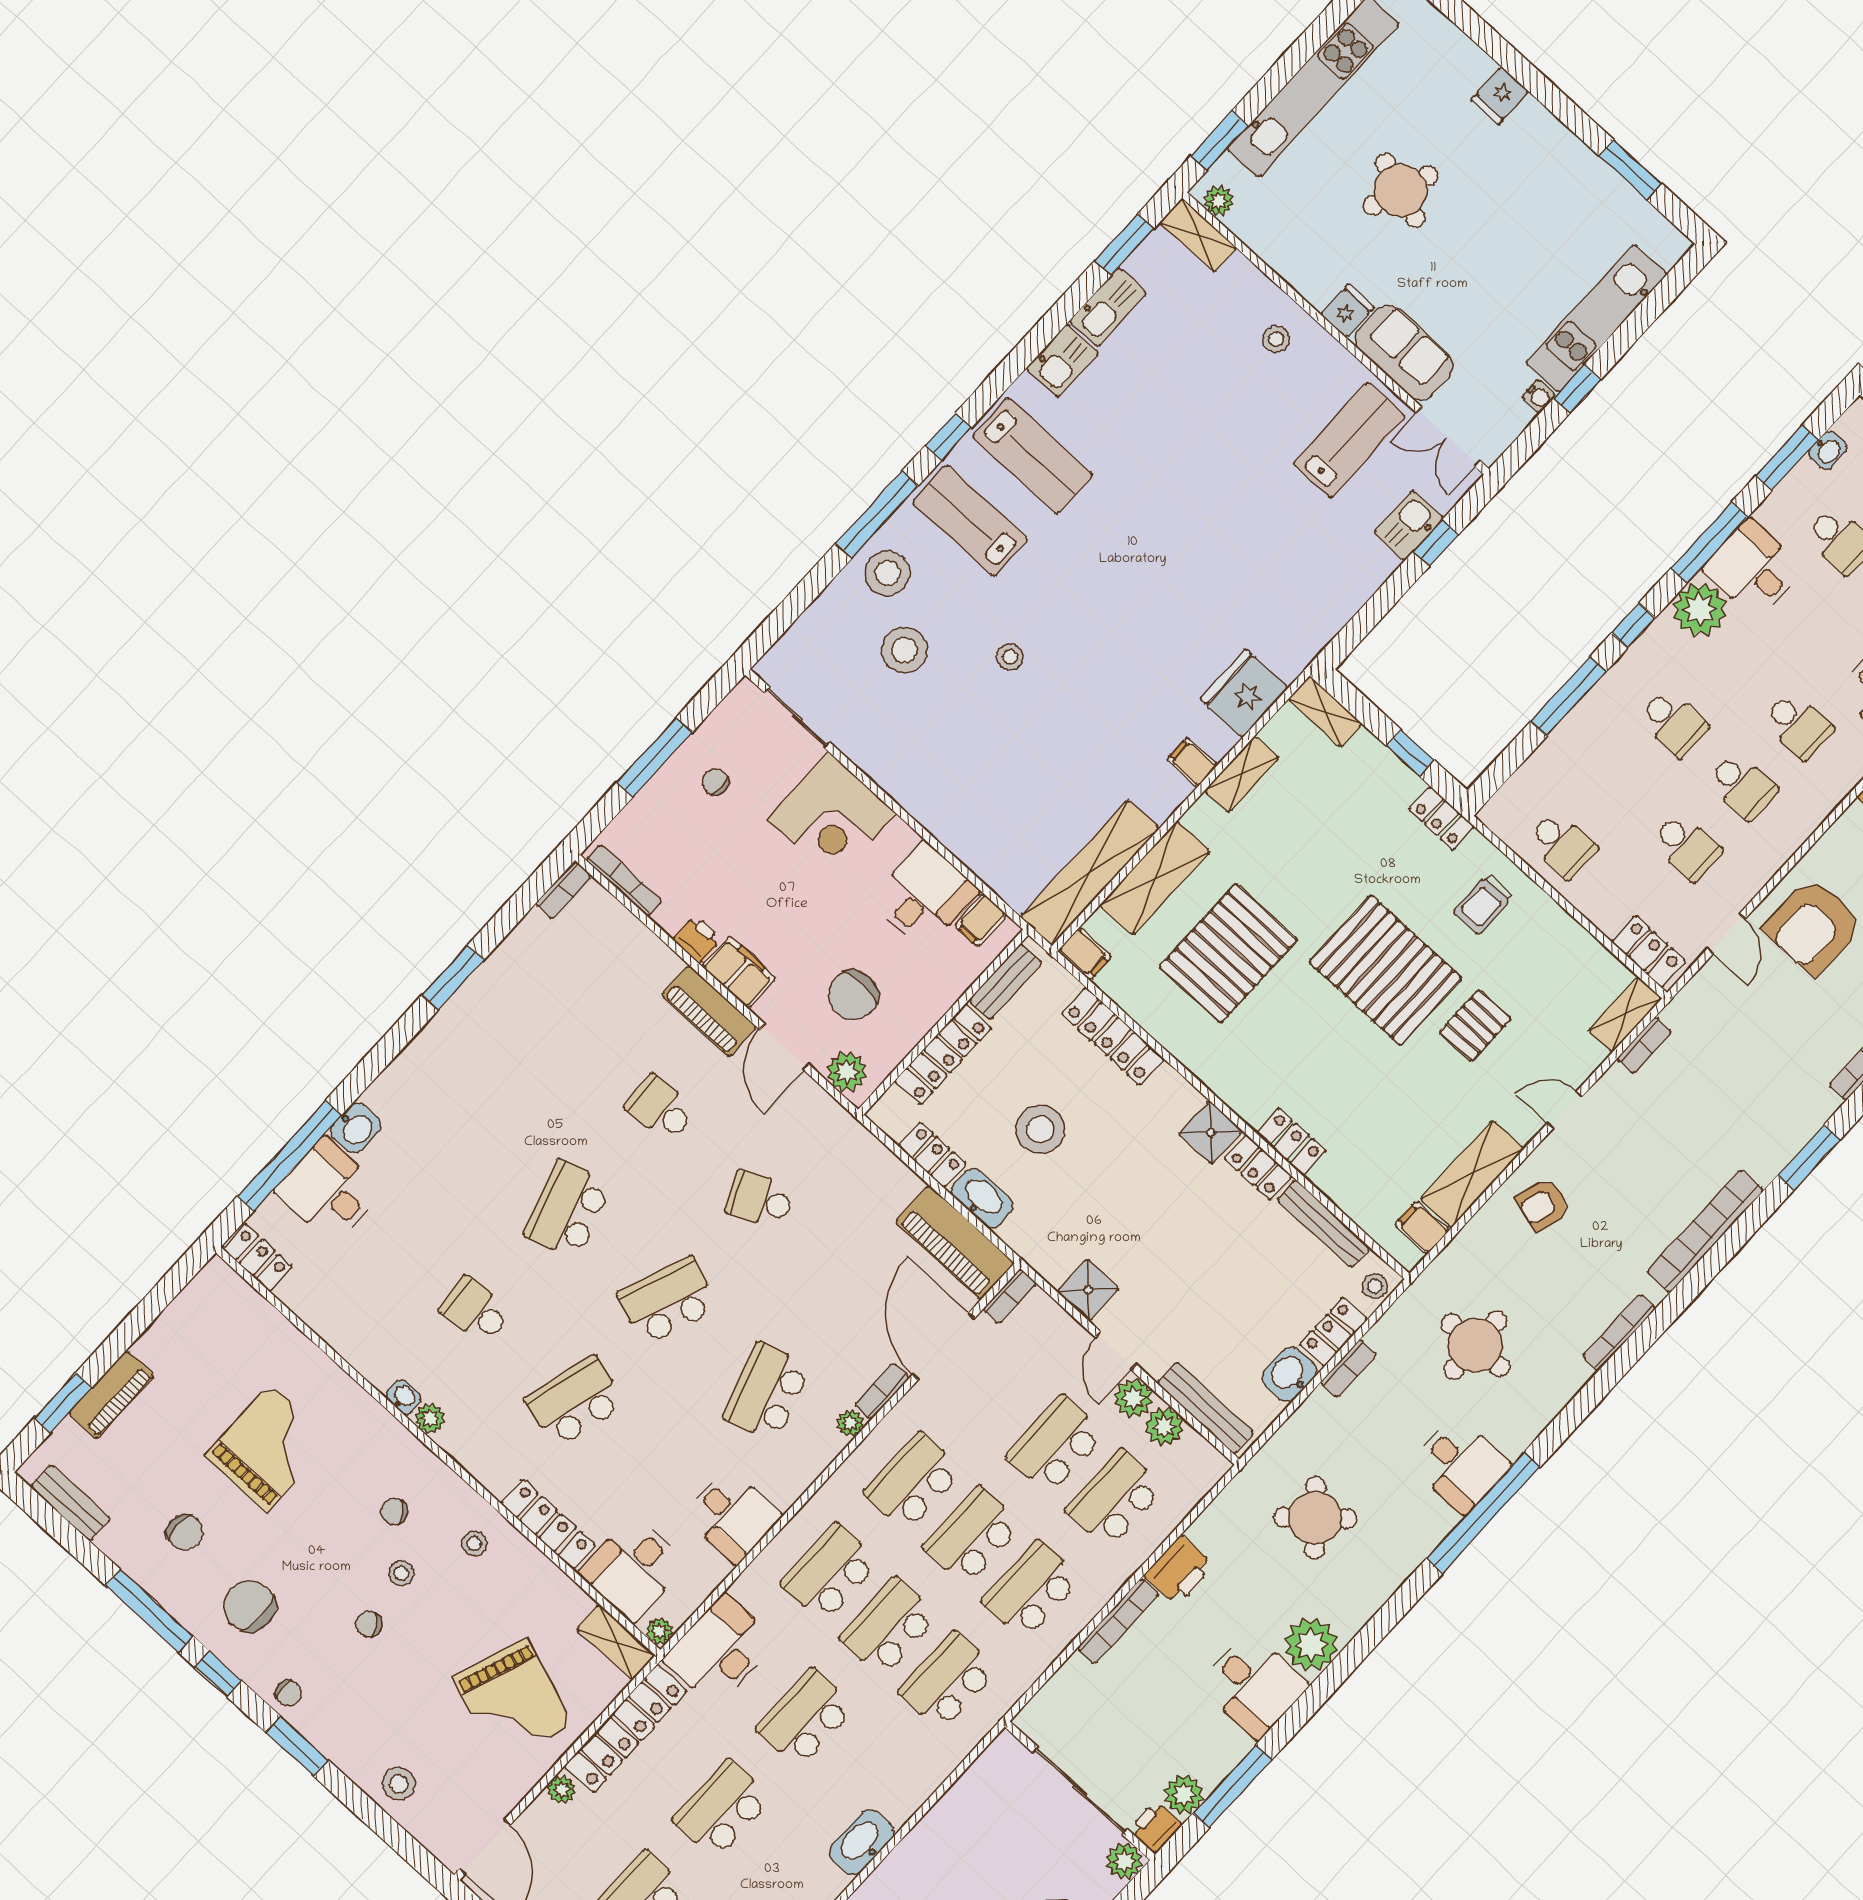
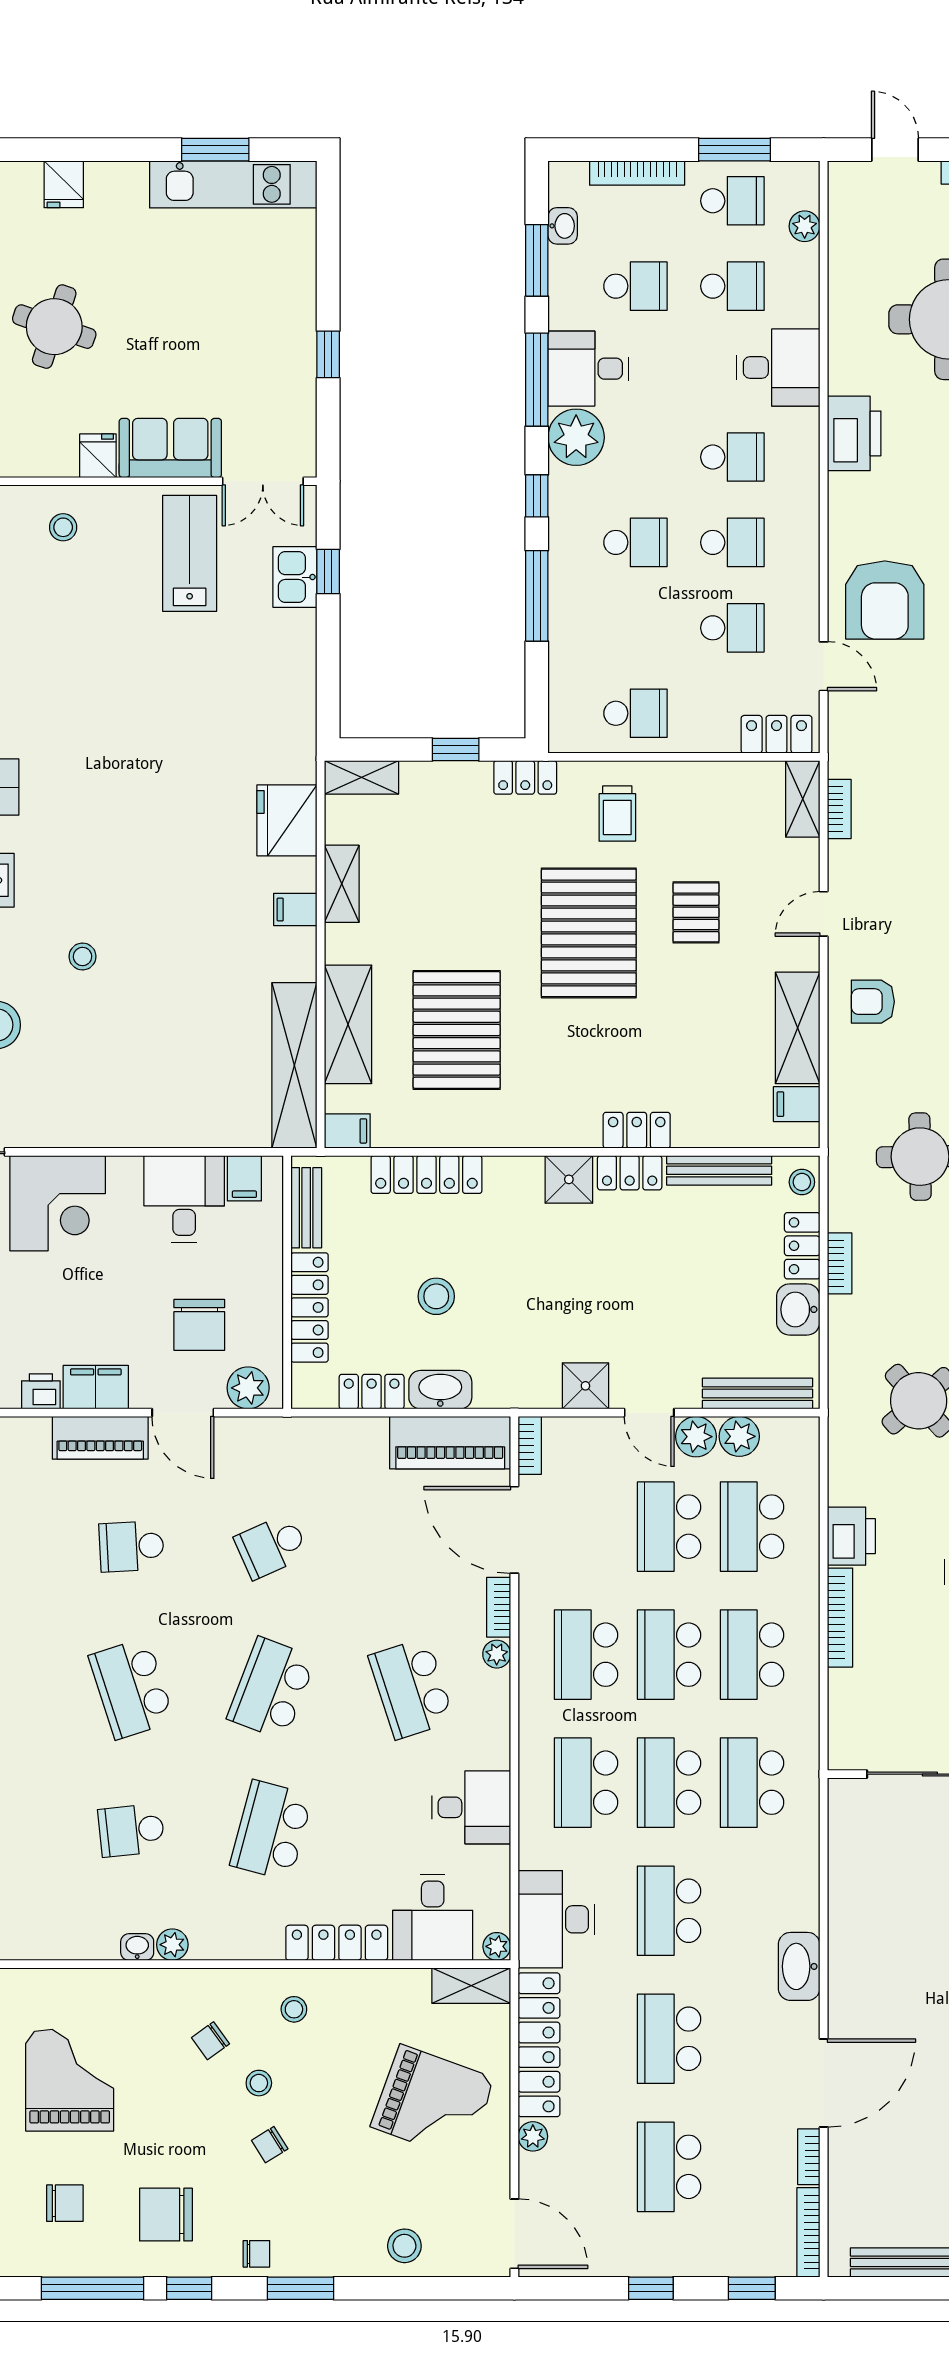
kitchen unit: (1596, 318) -> (233, 184), moved, turned -90
water cooler: (1539, 396) -> (304, 387), removed
pallet: (1386, 970) -> (589, 933), turned 90
stool: (1040, 1129) -> (436, 1296), width x0.73, depth x0.73
armchair: (1543, 1204) -> (873, 1002), turned 73

